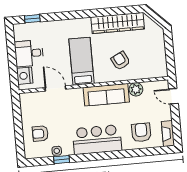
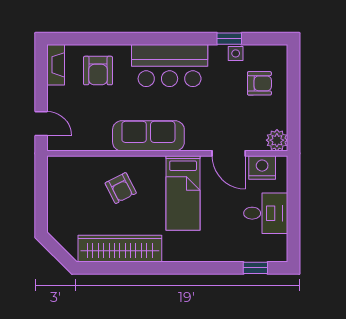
nightstand: (25, 76) -> (262, 167), moved, turned -90
plant: (136, 89) -> (277, 140), moved

